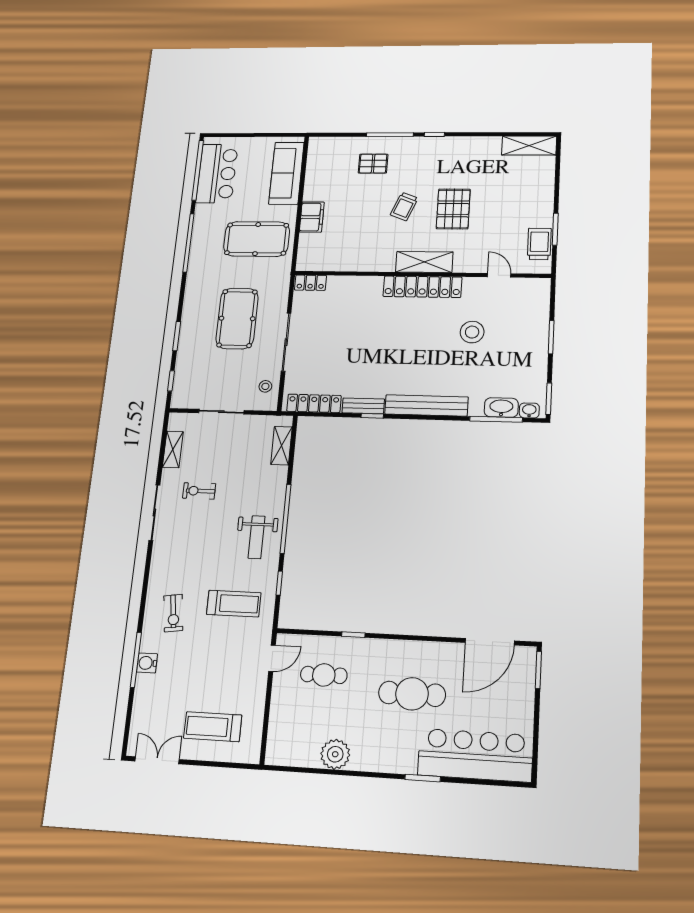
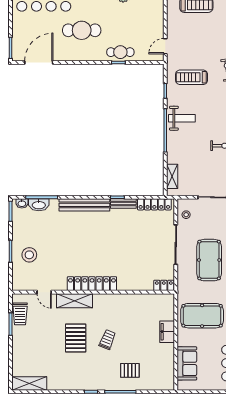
sofa: (286, 173) -> (187, 363), width x0.73
shelving: (424, 262) -> (75, 301), moved
stool: (472, 332) -> (29, 255), moved
weight bench: (257, 537) -> (182, 118), turned 90
cafe table: (324, 675) -> (120, 52), moved

